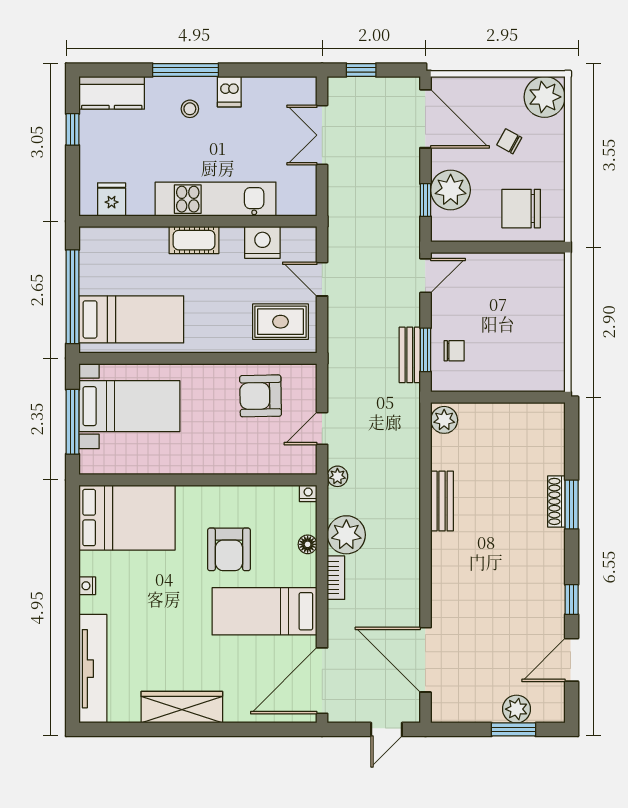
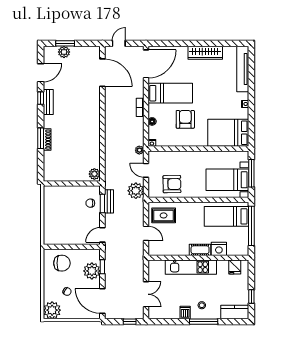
nightstand: (262, 242) -> (219, 249), moved
door: (322, 428) -> (146, 170), swing flipped
bench: (442, 501) -> (48, 102), moved
plant: (346, 535) -> (136, 191), moved

